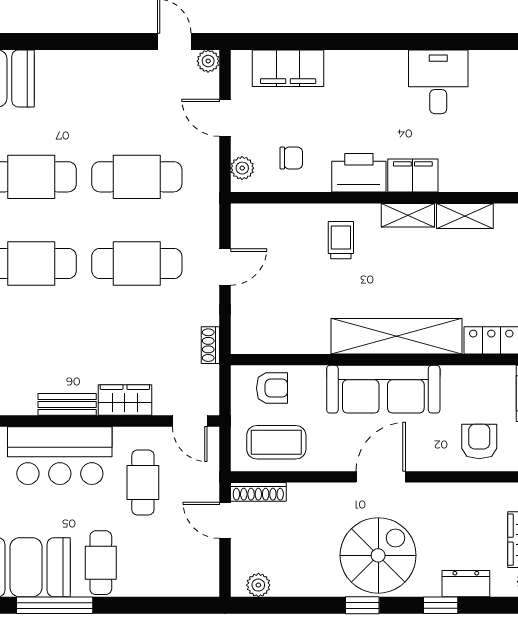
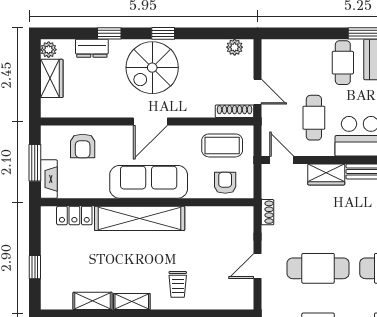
armchair: (272, 388) -> (225, 183), turned 90

